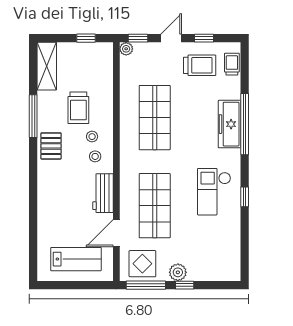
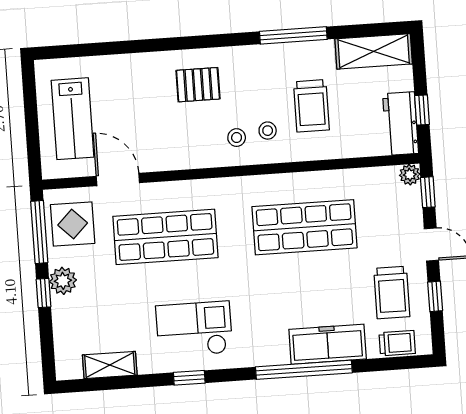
trolley: (78, 108) -> (311, 106), turned -90
freezer: (229, 124) -> (328, 344), moved
pallet: (51, 146) -> (198, 85), moved
workbench: (103, 193) -> (401, 124), moved, turned -90
shelving: (233, 246) -> (110, 365), added

